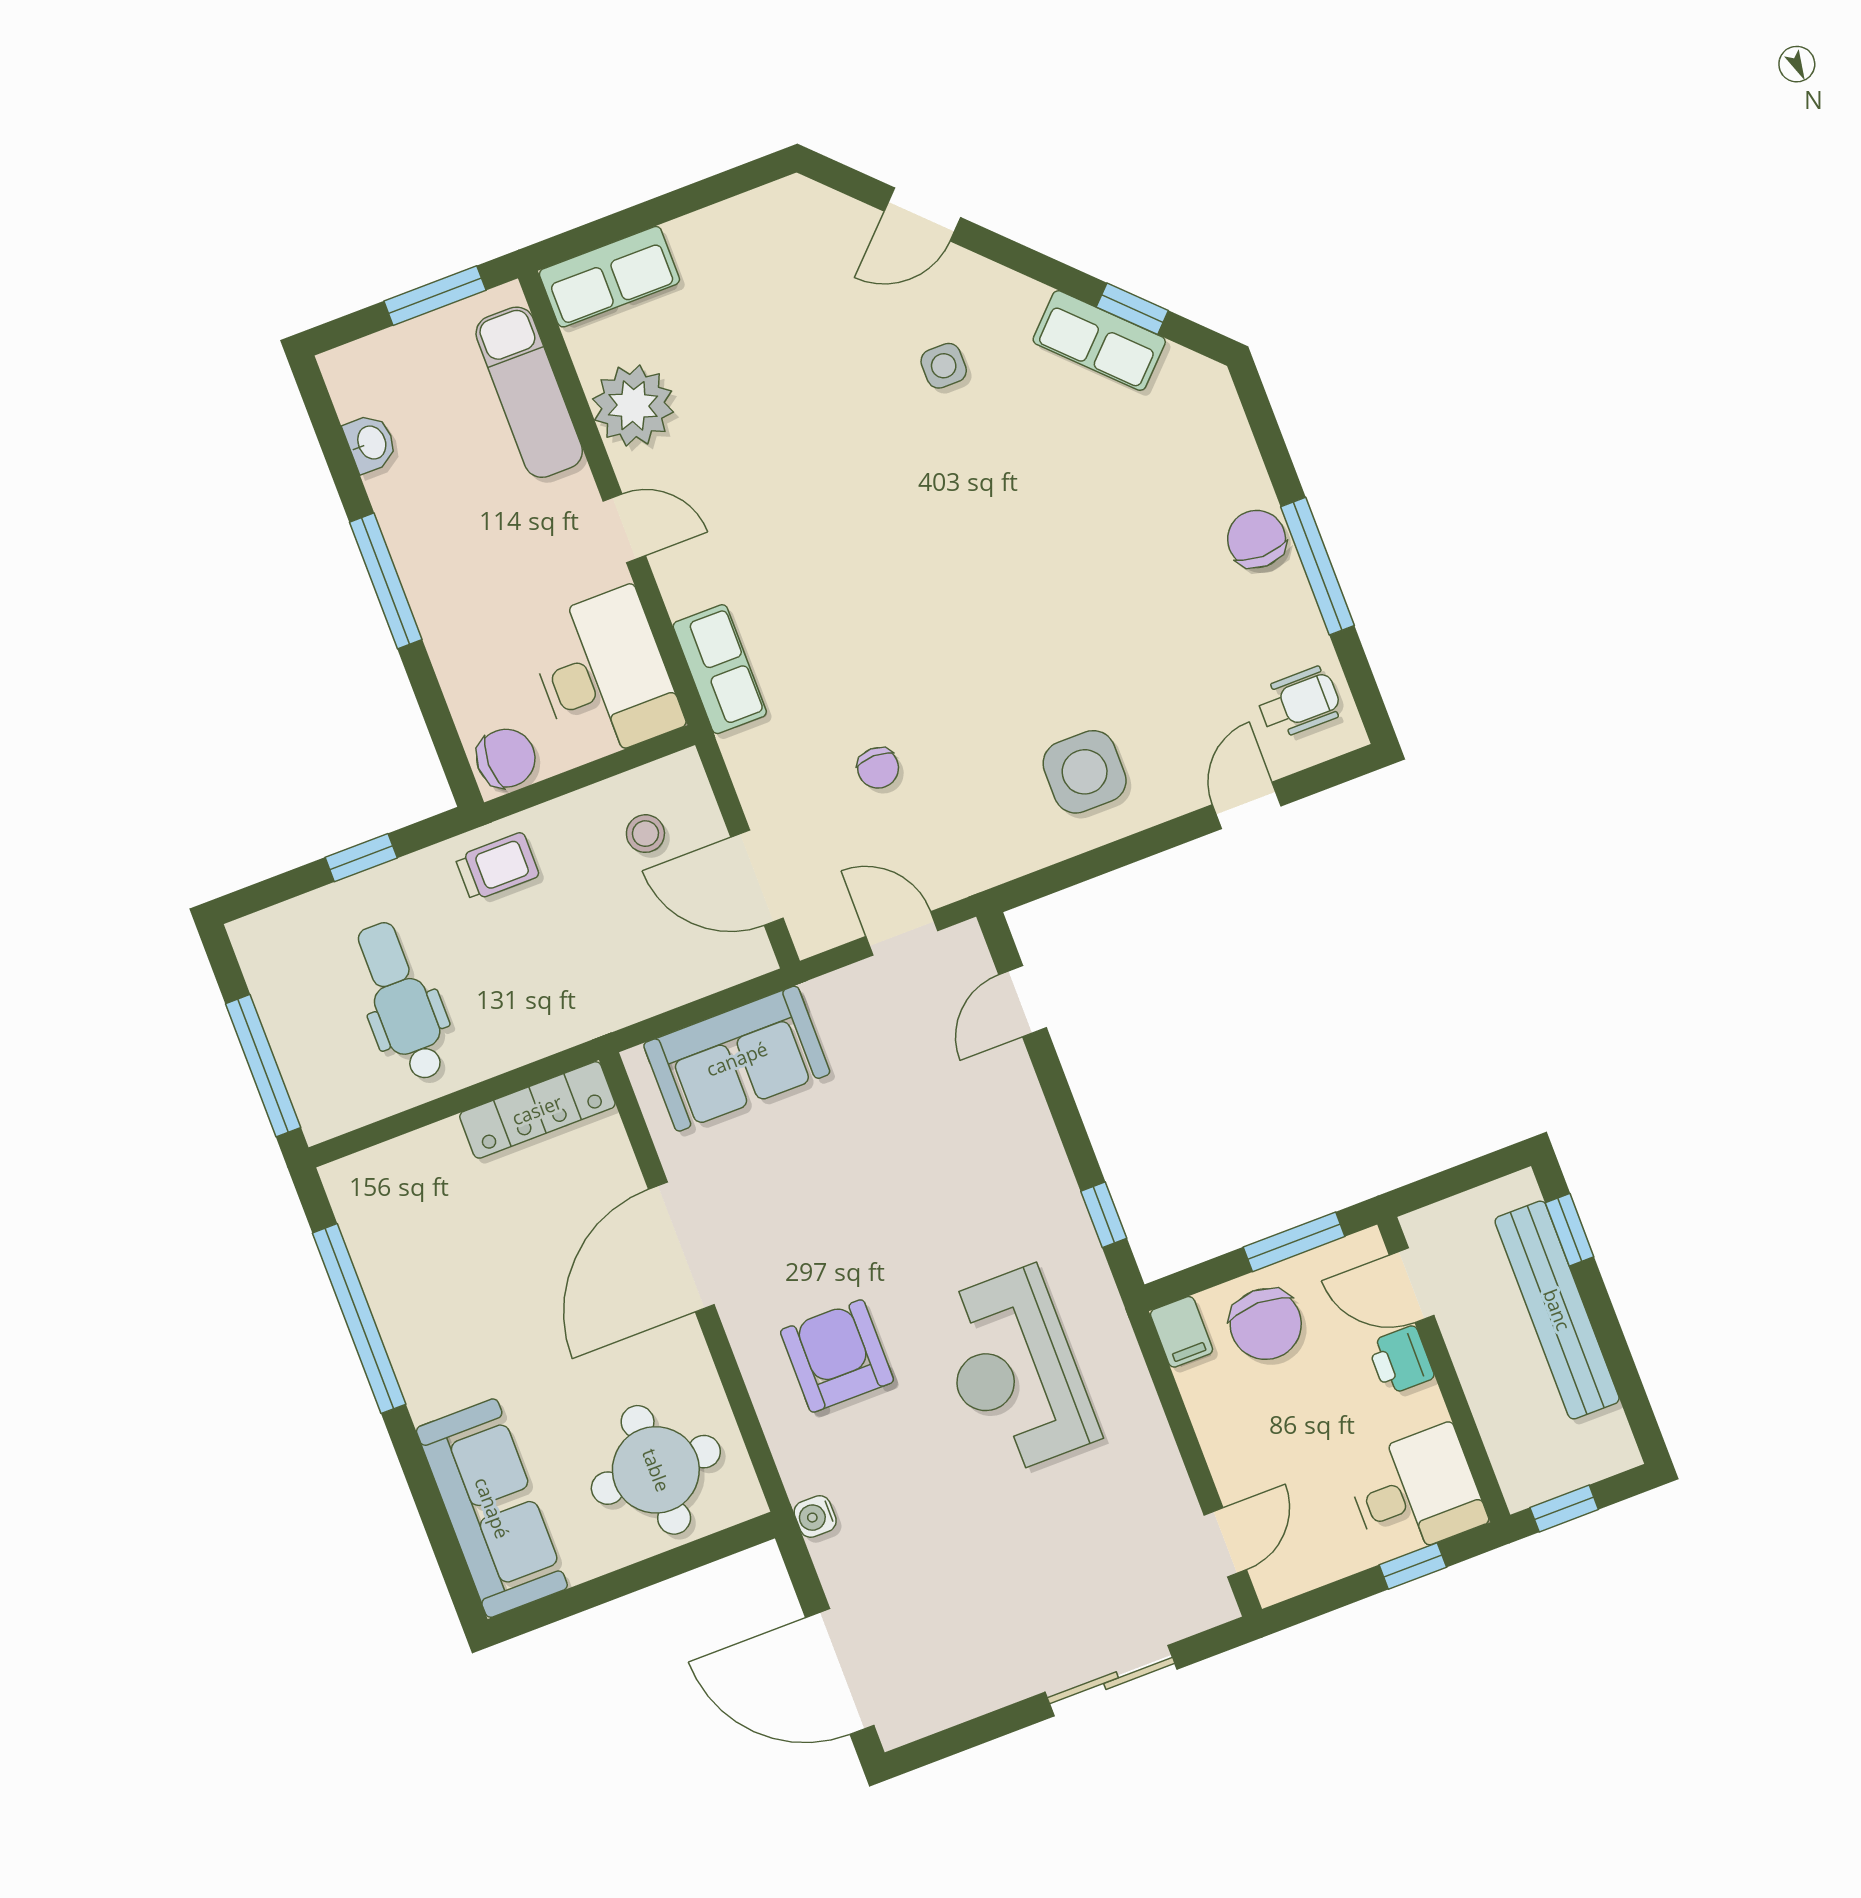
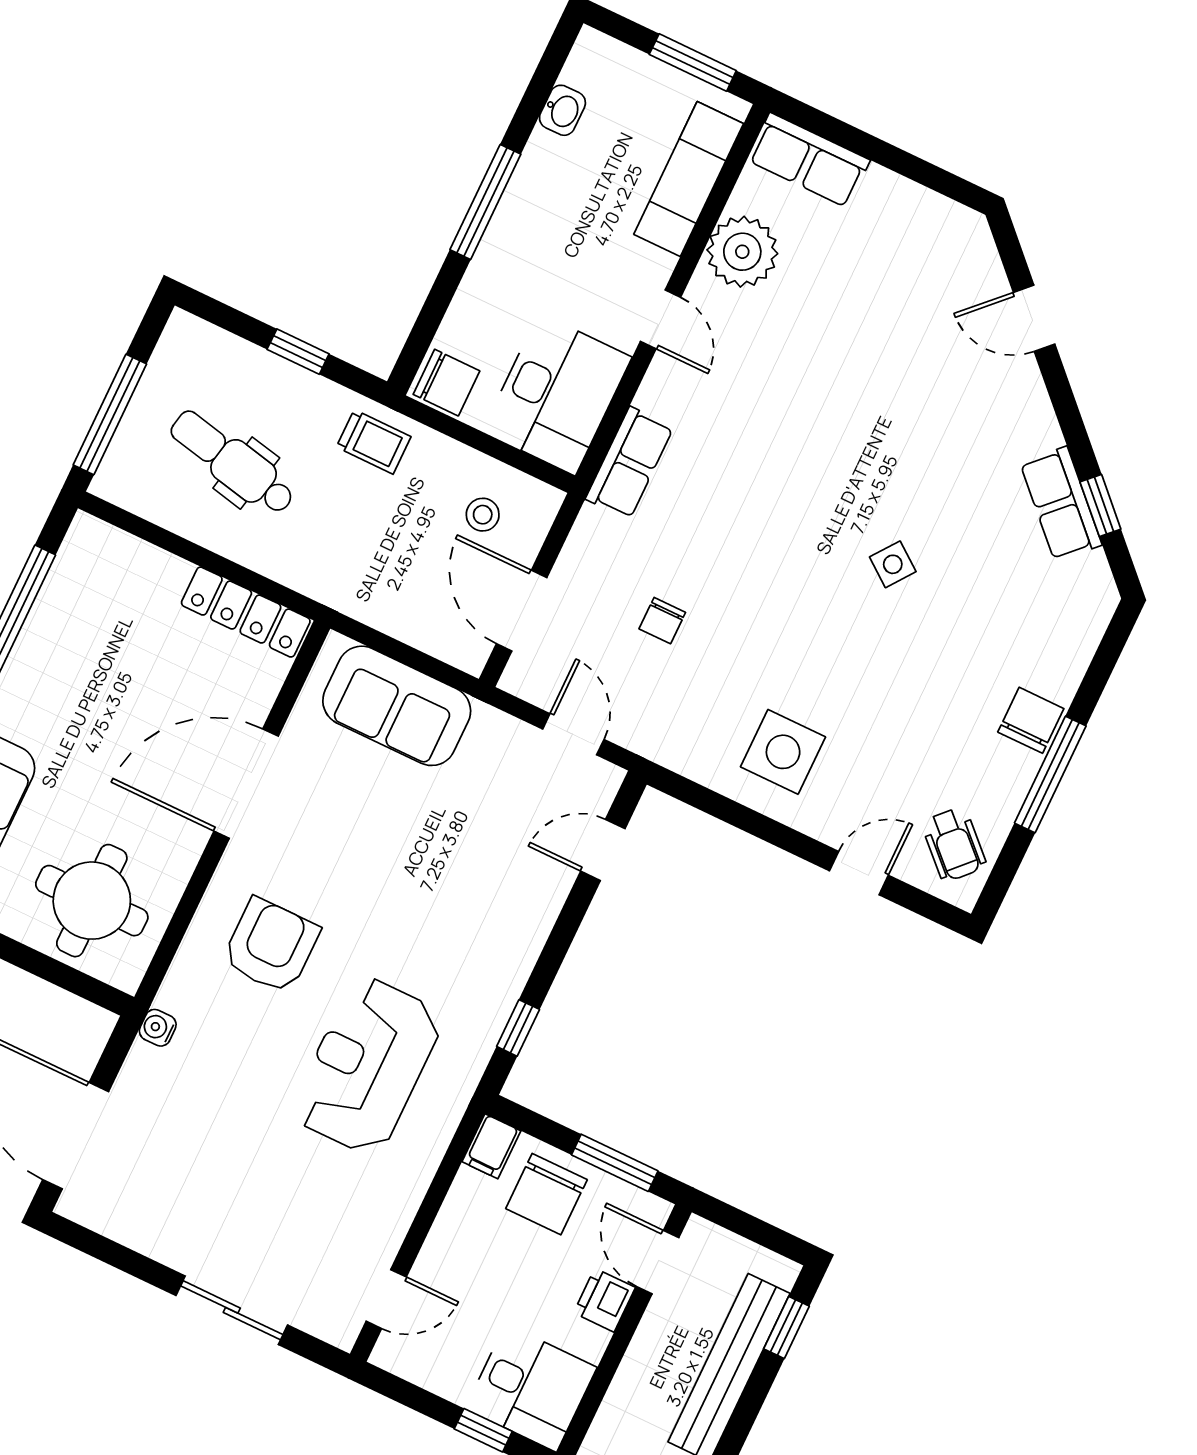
side table: (944, 366) -> (893, 564), moved, turned 37
wheelchair: (1299, 703) -> (954, 844), turned 44
dental chair: (401, 1001) -> (232, 462), turned -78

